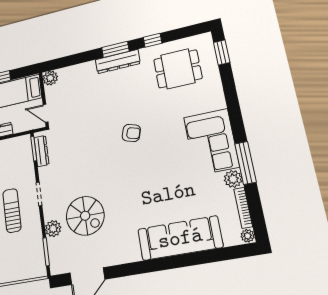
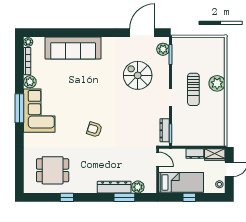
window: (115, 49) -> (124, 197), moved
window: (222, 52) -> (19, 175), removed
dresser: (118, 62) -> (114, 187), moved
plant: (50, 78) -> (138, 187), moved
window: (246, 163) -> (19, 108), moved
plant: (53, 229) -> (163, 49), moved

